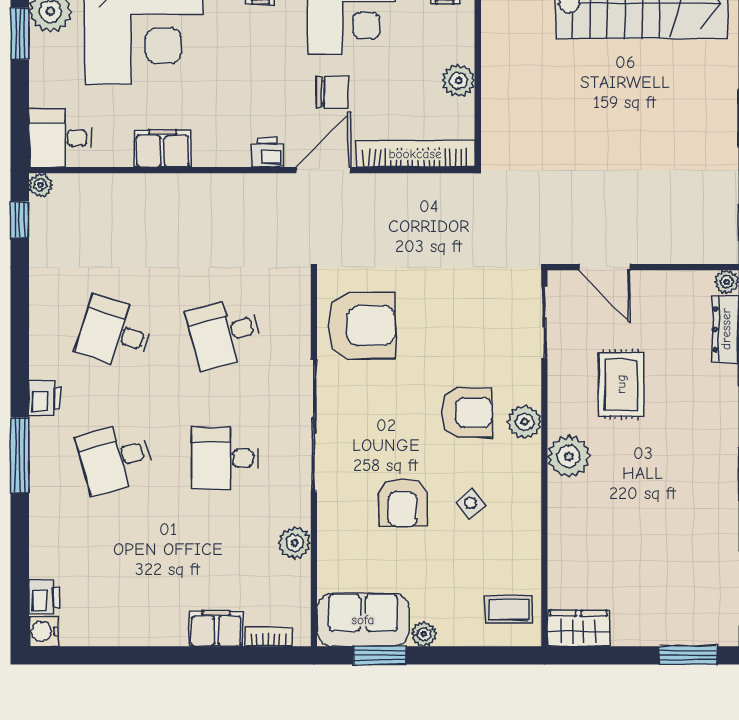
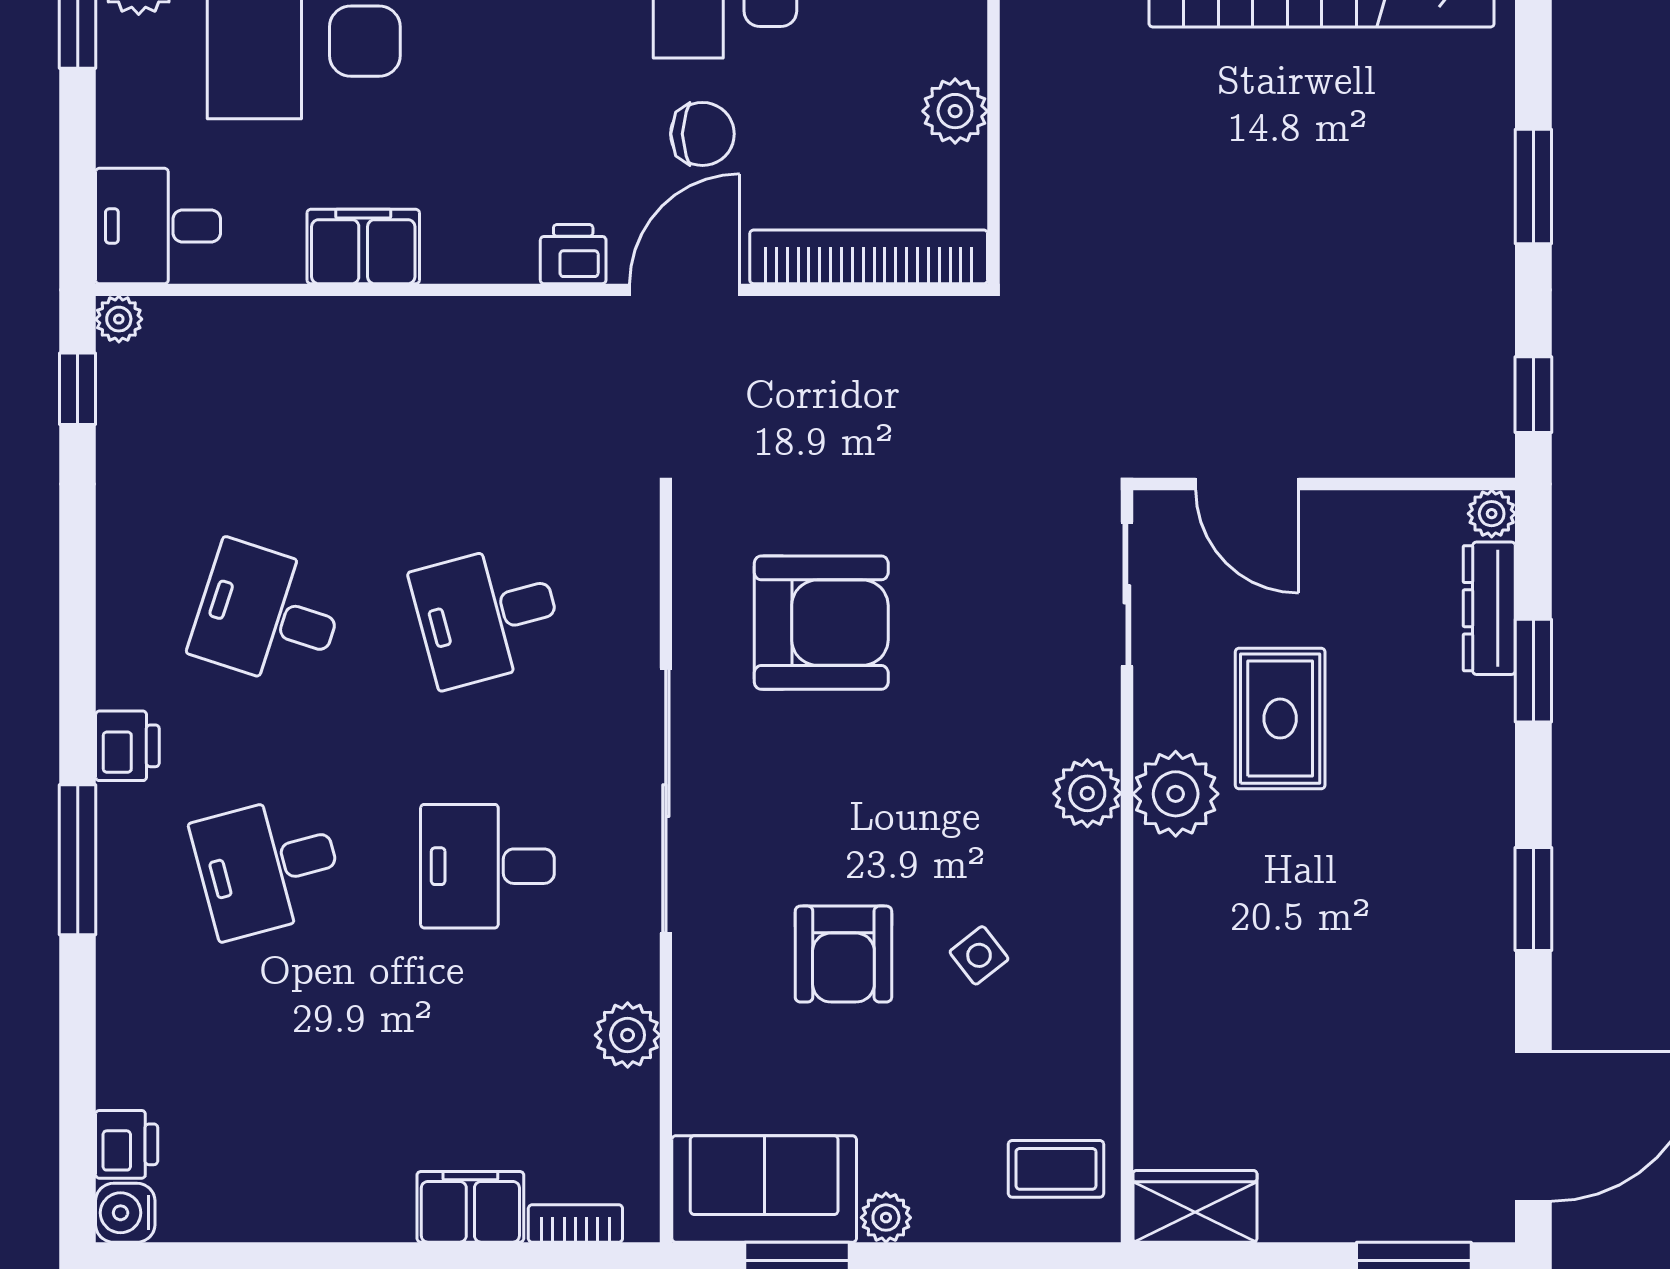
armchair: (361, 326) -> (821, 623), moved
armchair: (467, 413) -> (972, 775), removed
plant: (569, 456) -> (1176, 794), moved

